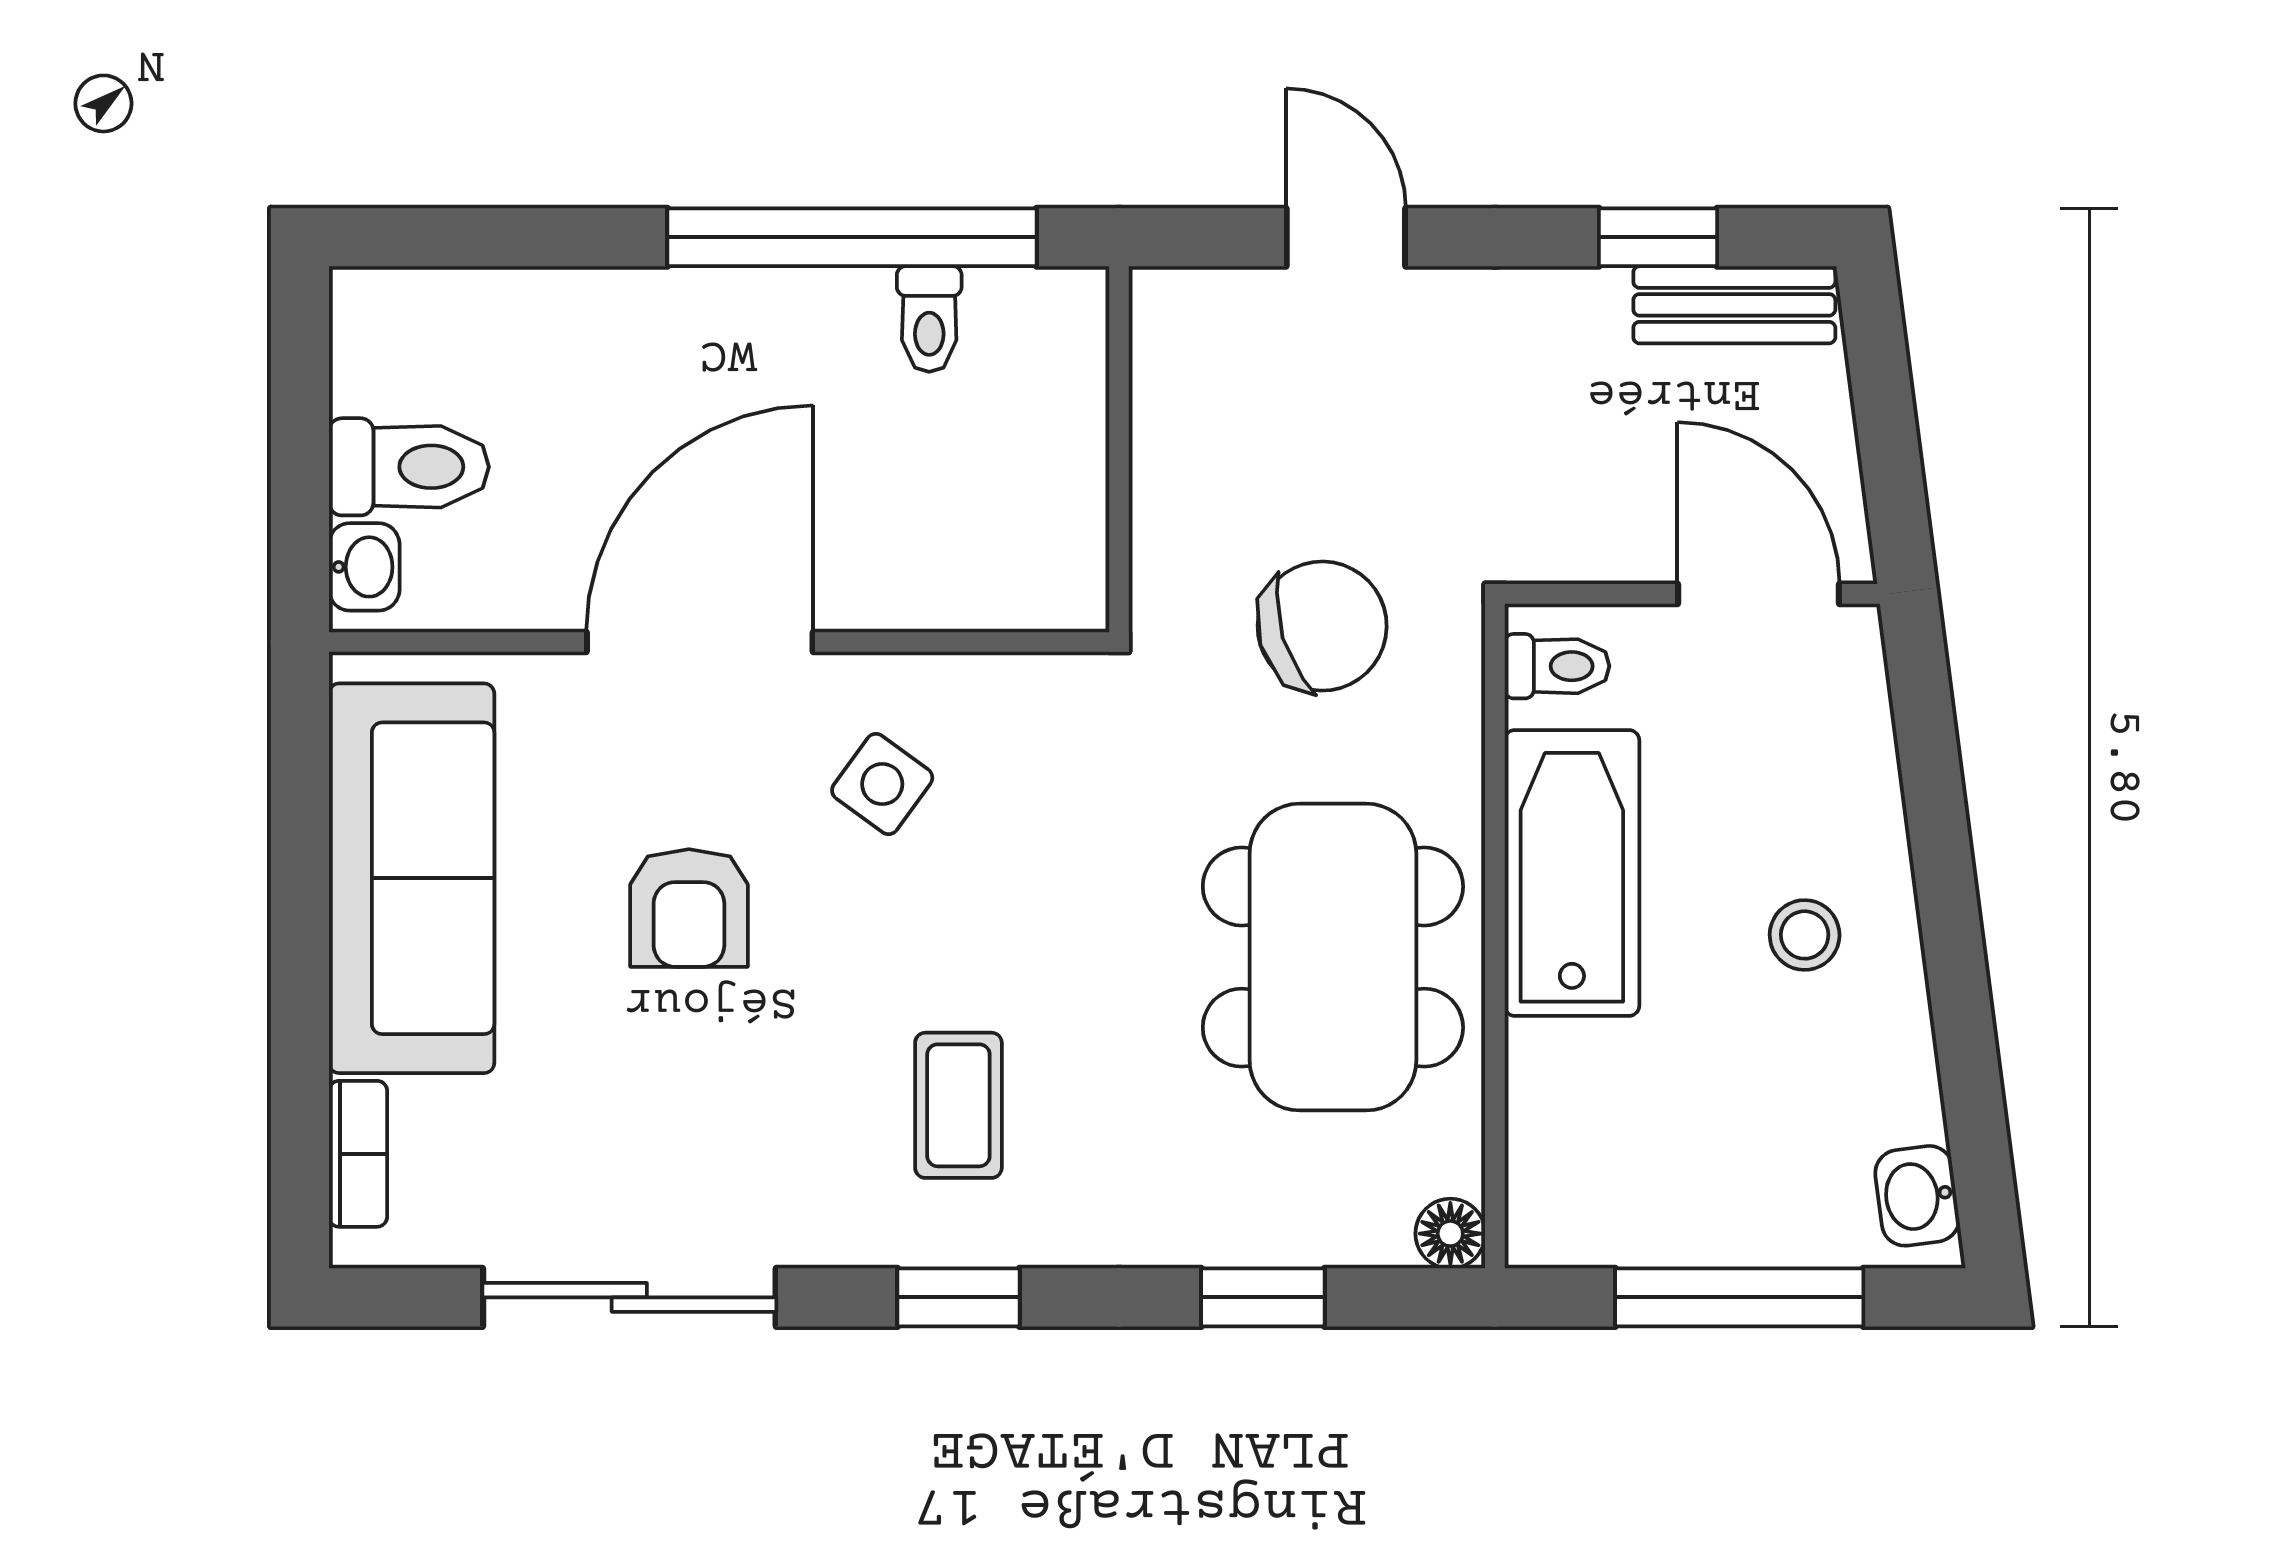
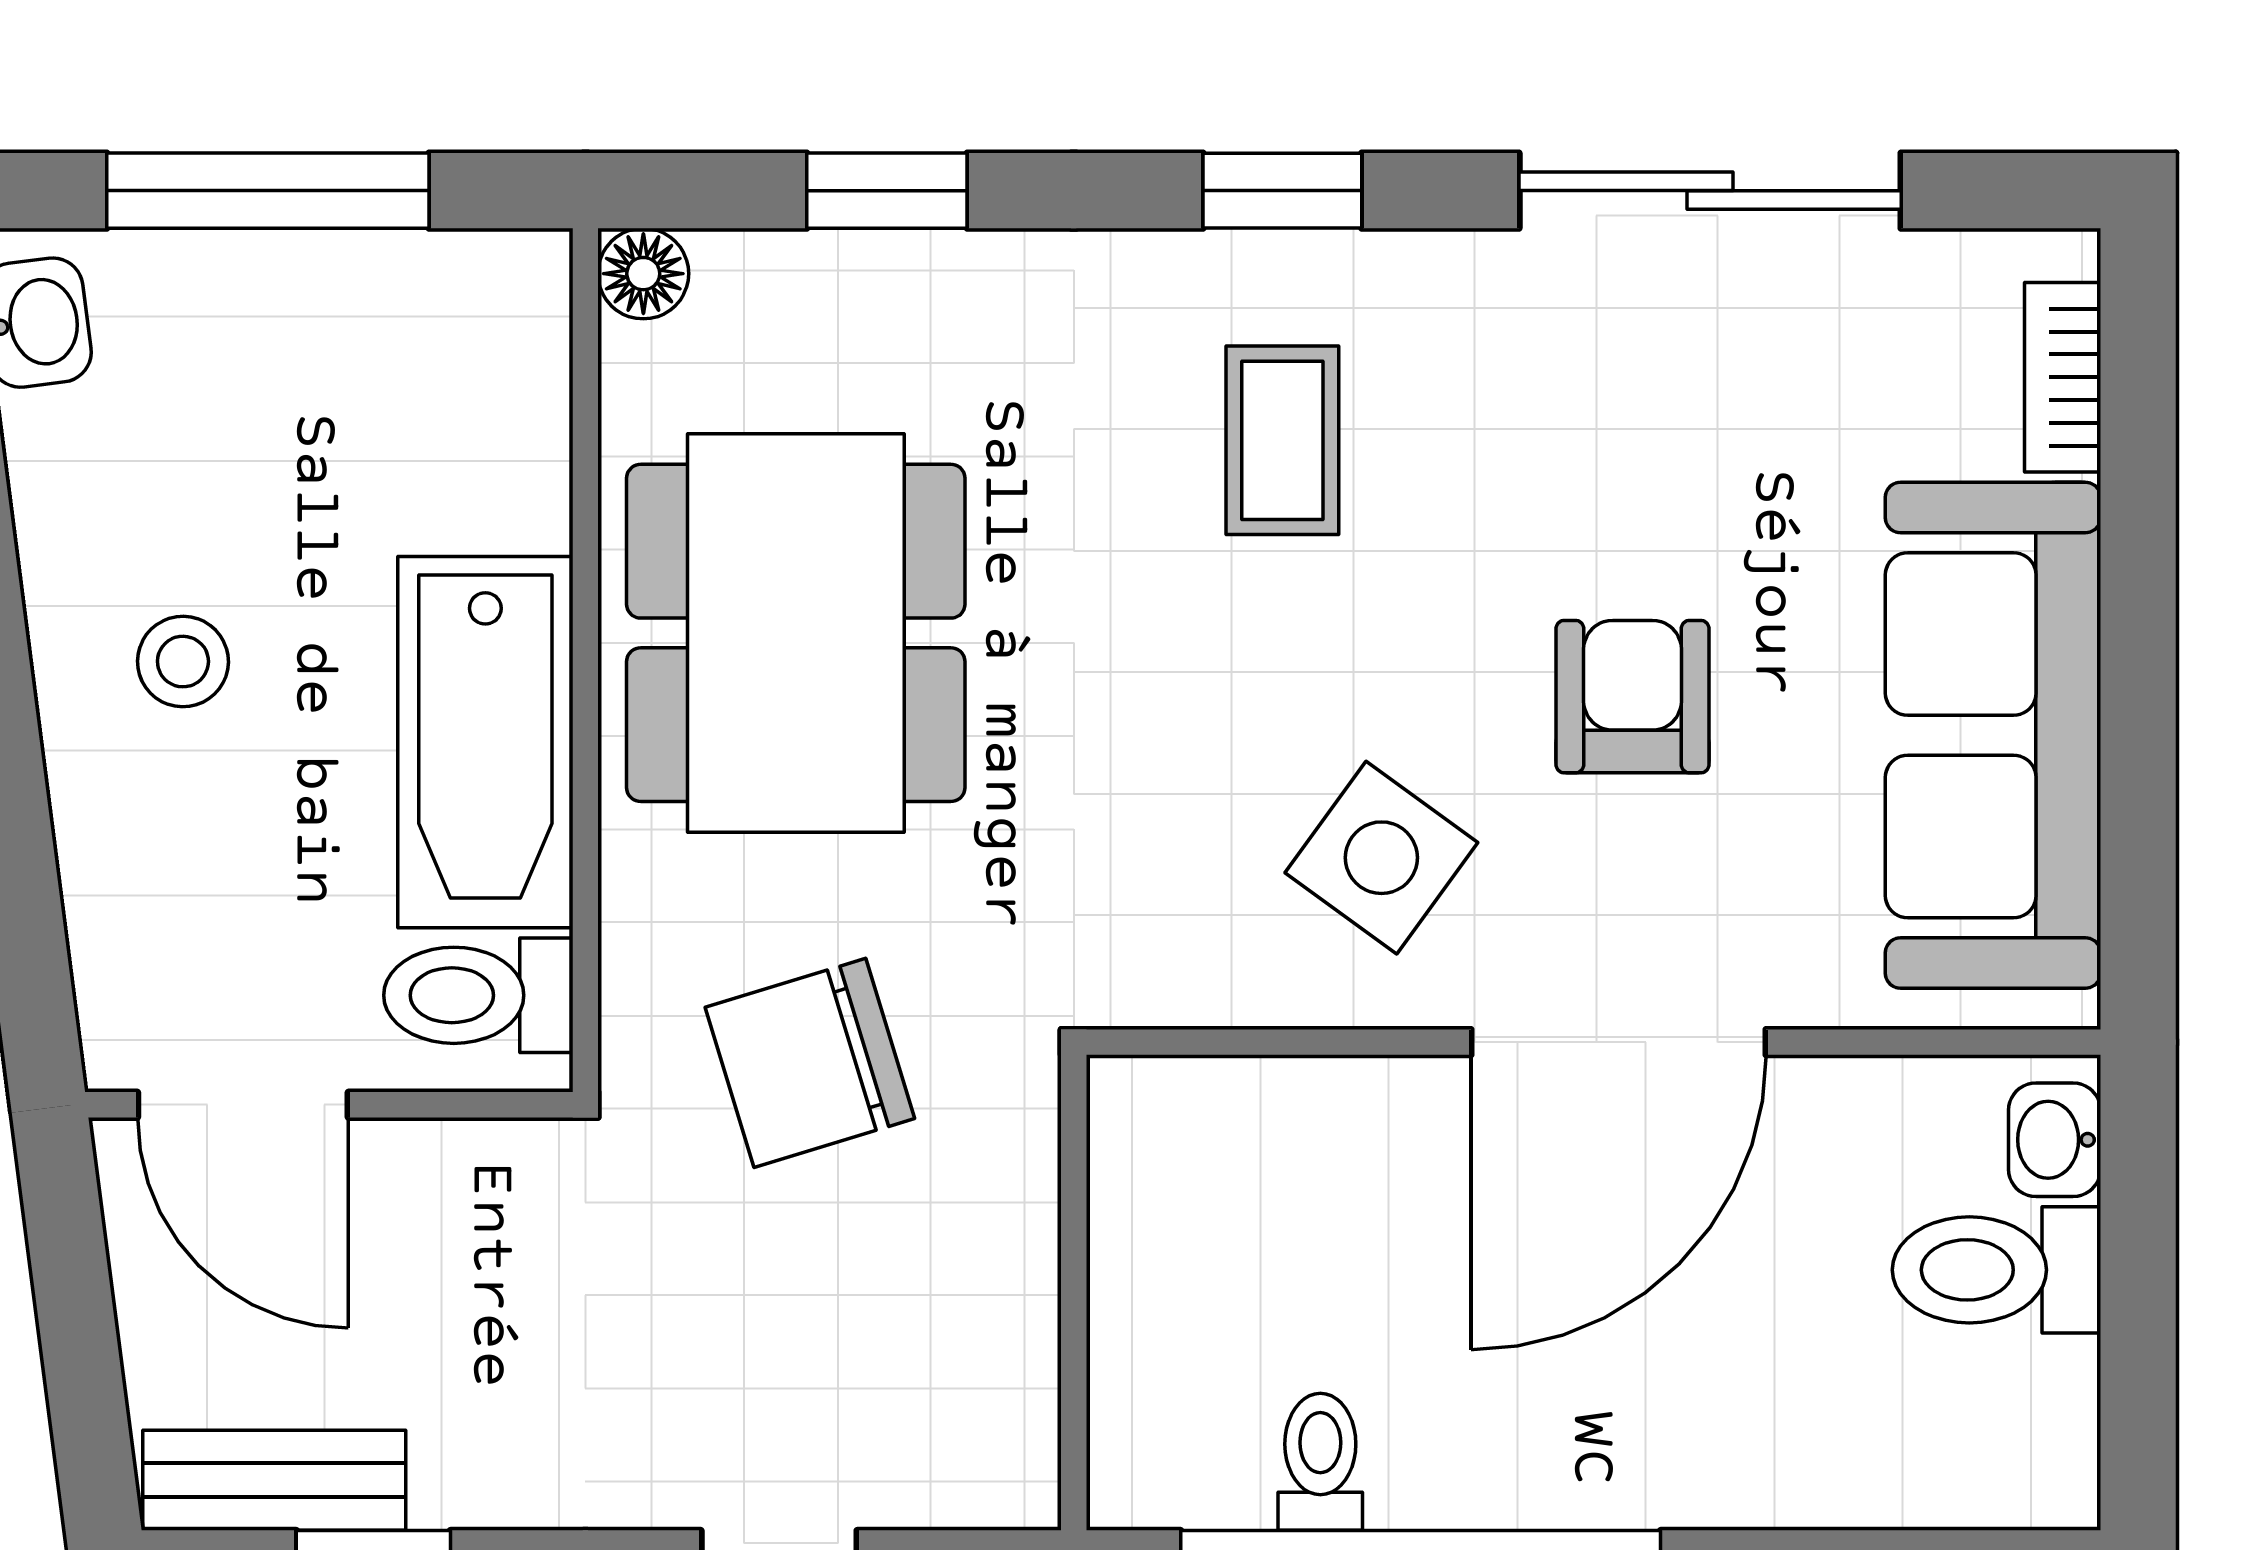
toilet: (1557, 666) -> (478, 995), width x1.37, depth x1.39
side table: (882, 784) -> (1381, 858), width x1.37, depth x1.37

